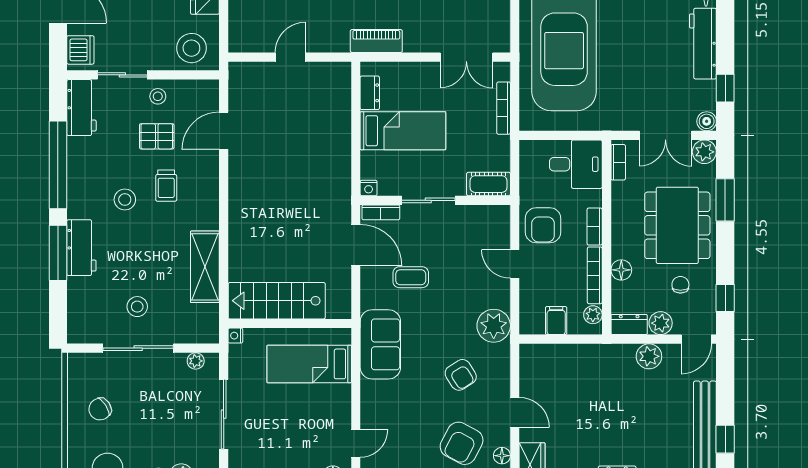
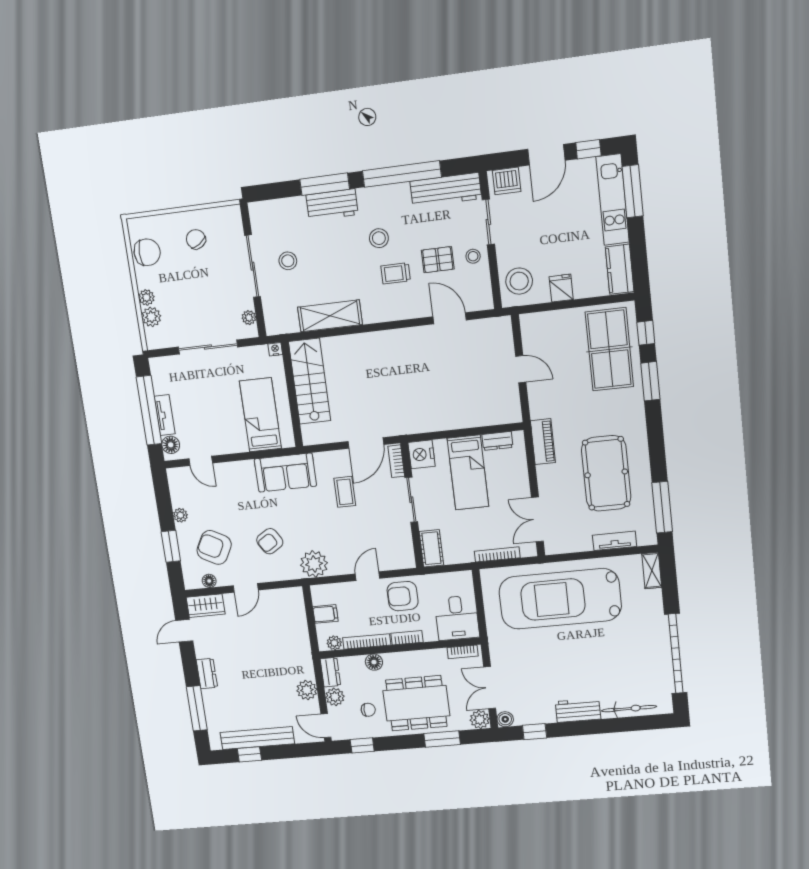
workbench: (703, 44) -> (578, 710), width x0.73
workbench: (81, 108) -> (446, 190), width x1.38
pallet: (157, 136) -> (438, 260), turned 90
nightstand: (369, 188) -> (422, 454), width x1.89, depth x1.79

